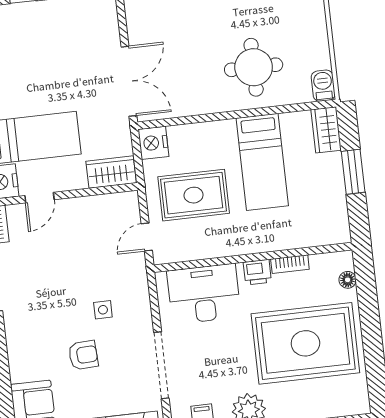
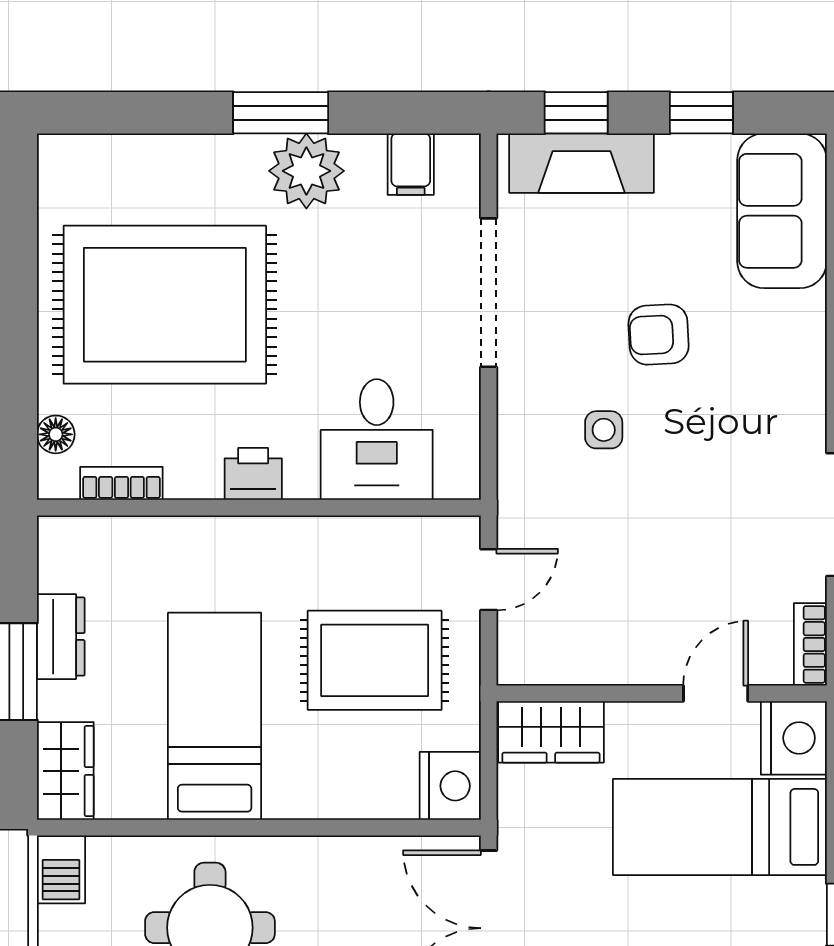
dresser: (335, 190) -> (61, 637), added
bookcase: (290, 264) -> (121, 483), moved
desk: (204, 294) -> (377, 440), width x0.73

